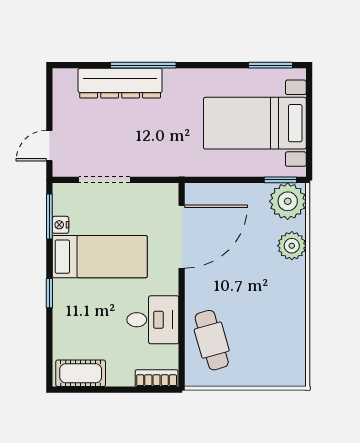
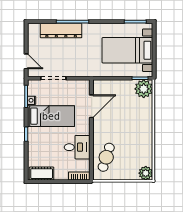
door: (49, 146) -> (26, 61), swing flipped
door: (182, 237) -> (91, 106), width x0.73
plant: (292, 246) -> (146, 173), moved
cafe table: (212, 340) -> (106, 157), turned 34

